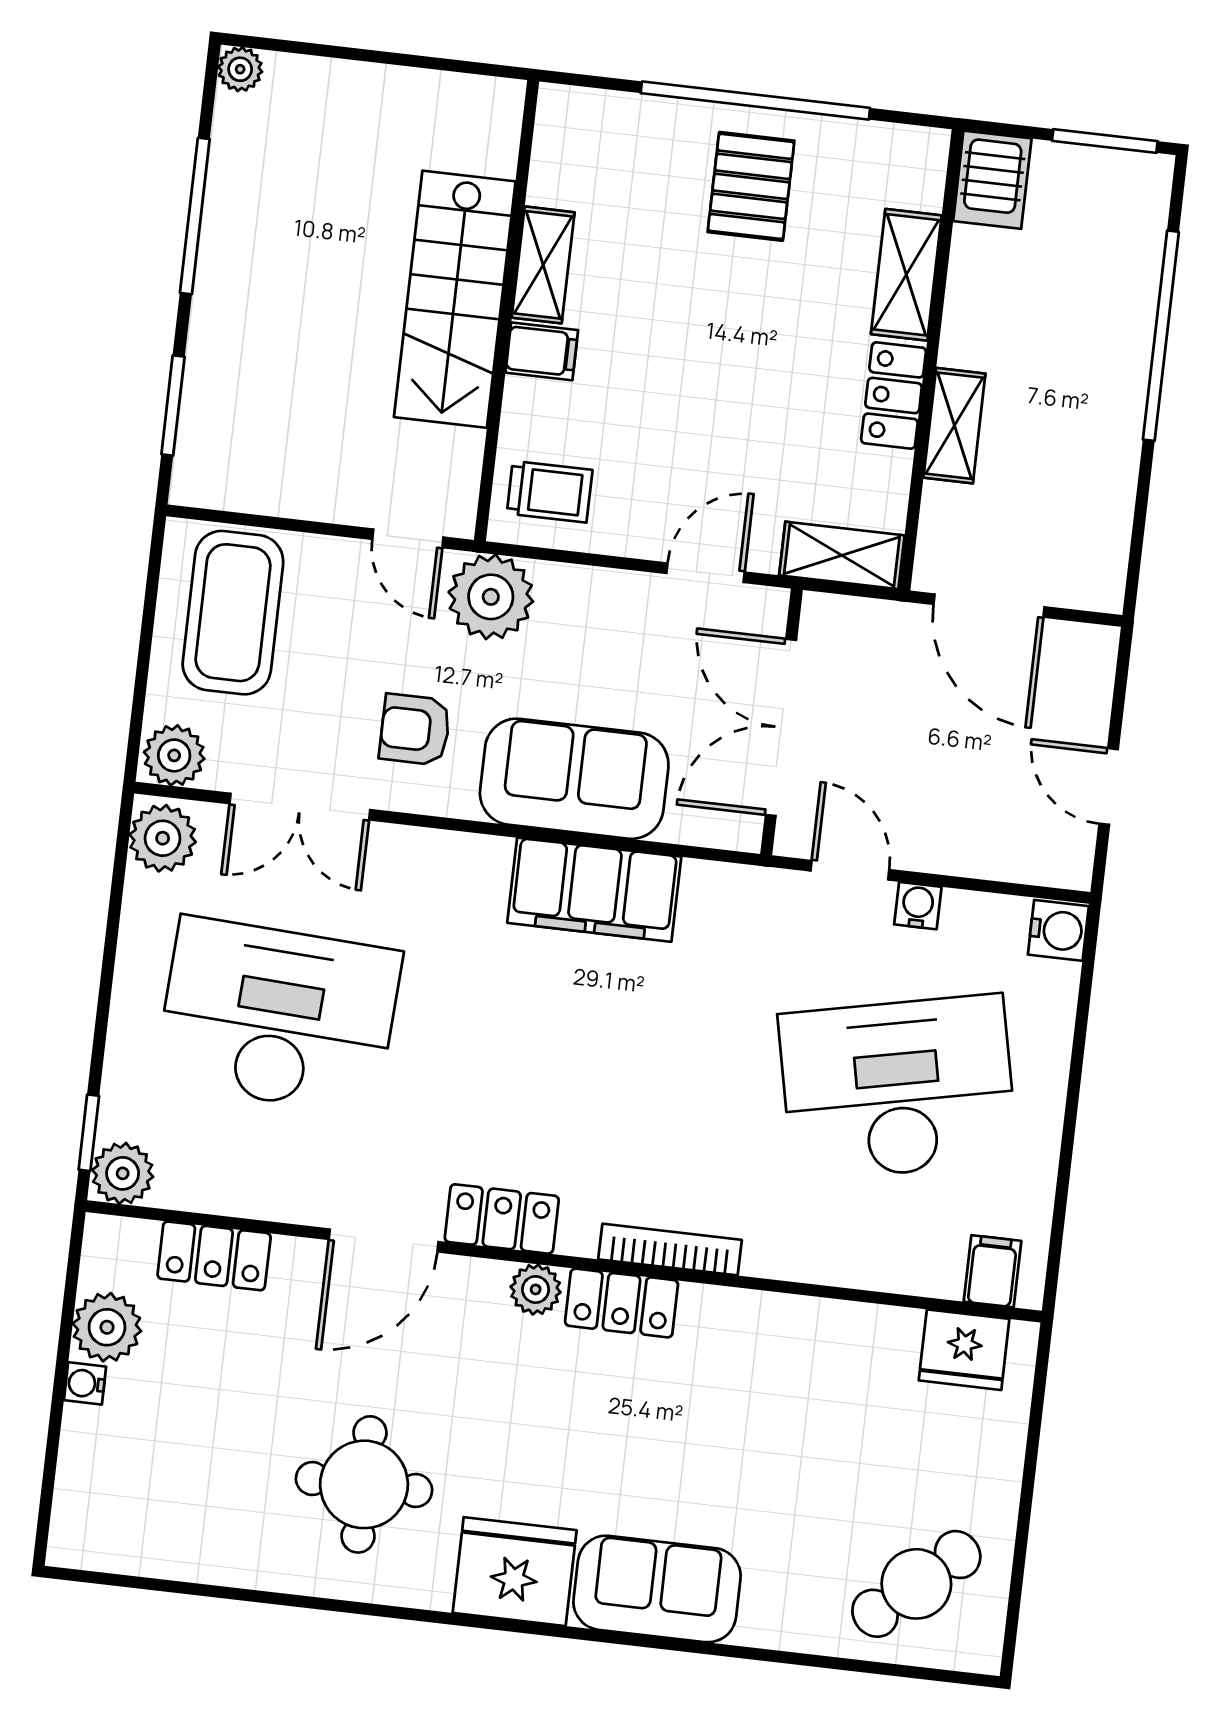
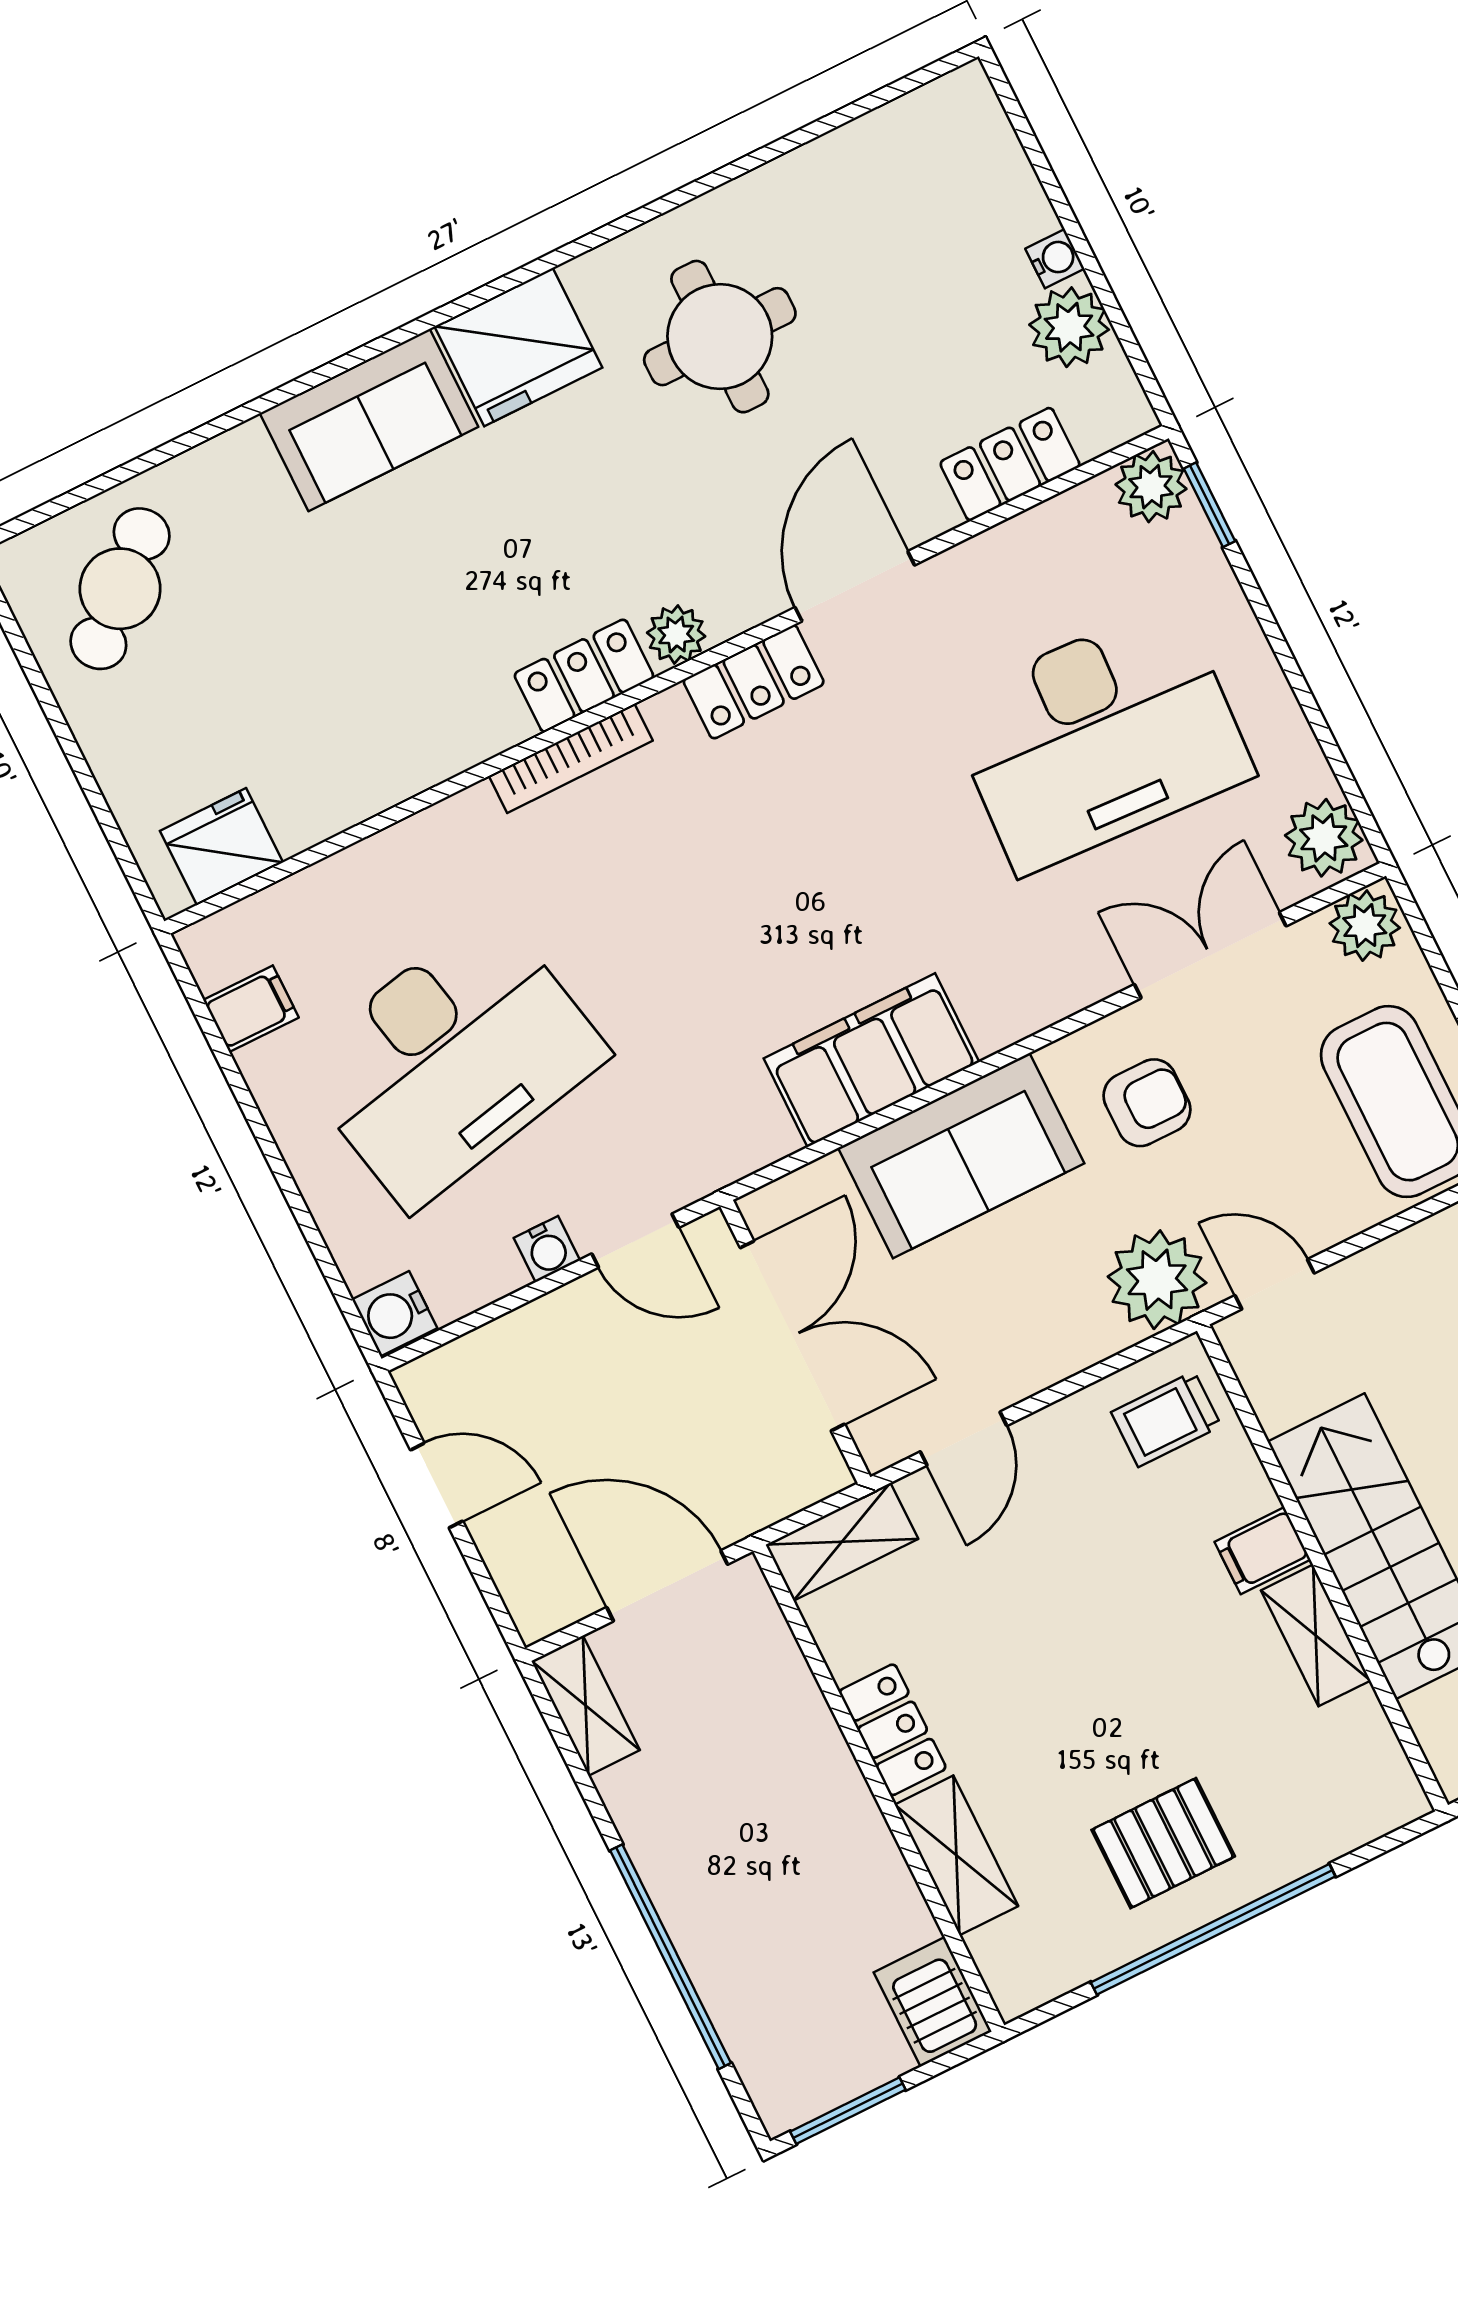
pallet: (751, 186) -> (1163, 1843), turned 90
shelving: (954, 426) -> (586, 1706), moved
filing cabinet: (993, 1271) -> (251, 1009), moved, turned -90

